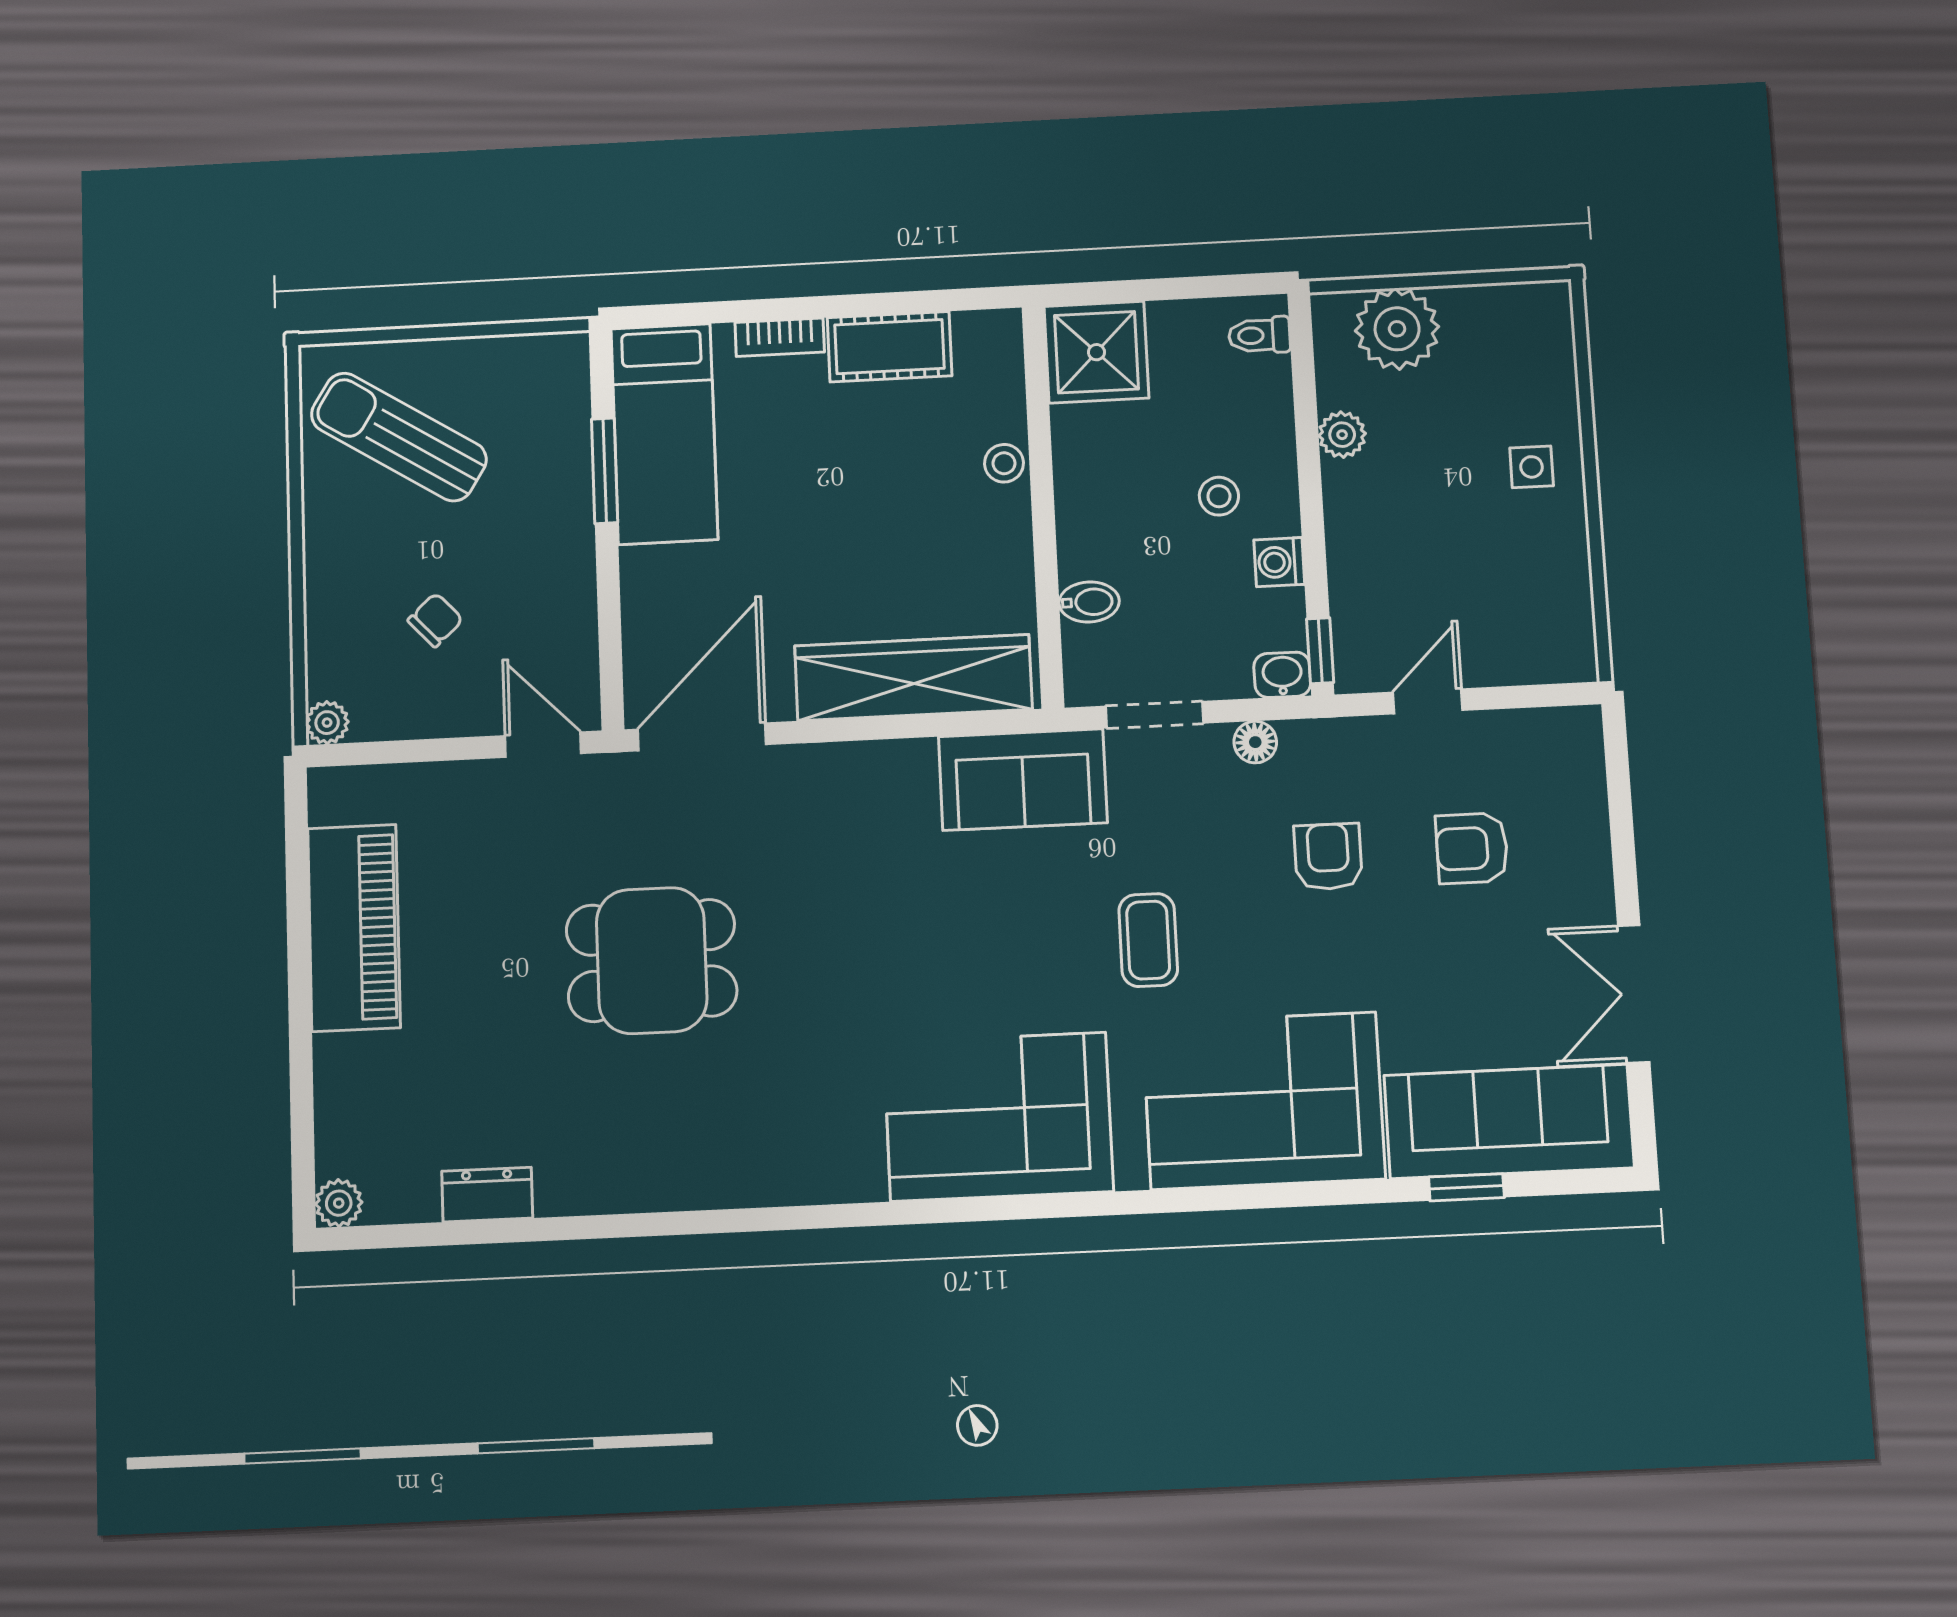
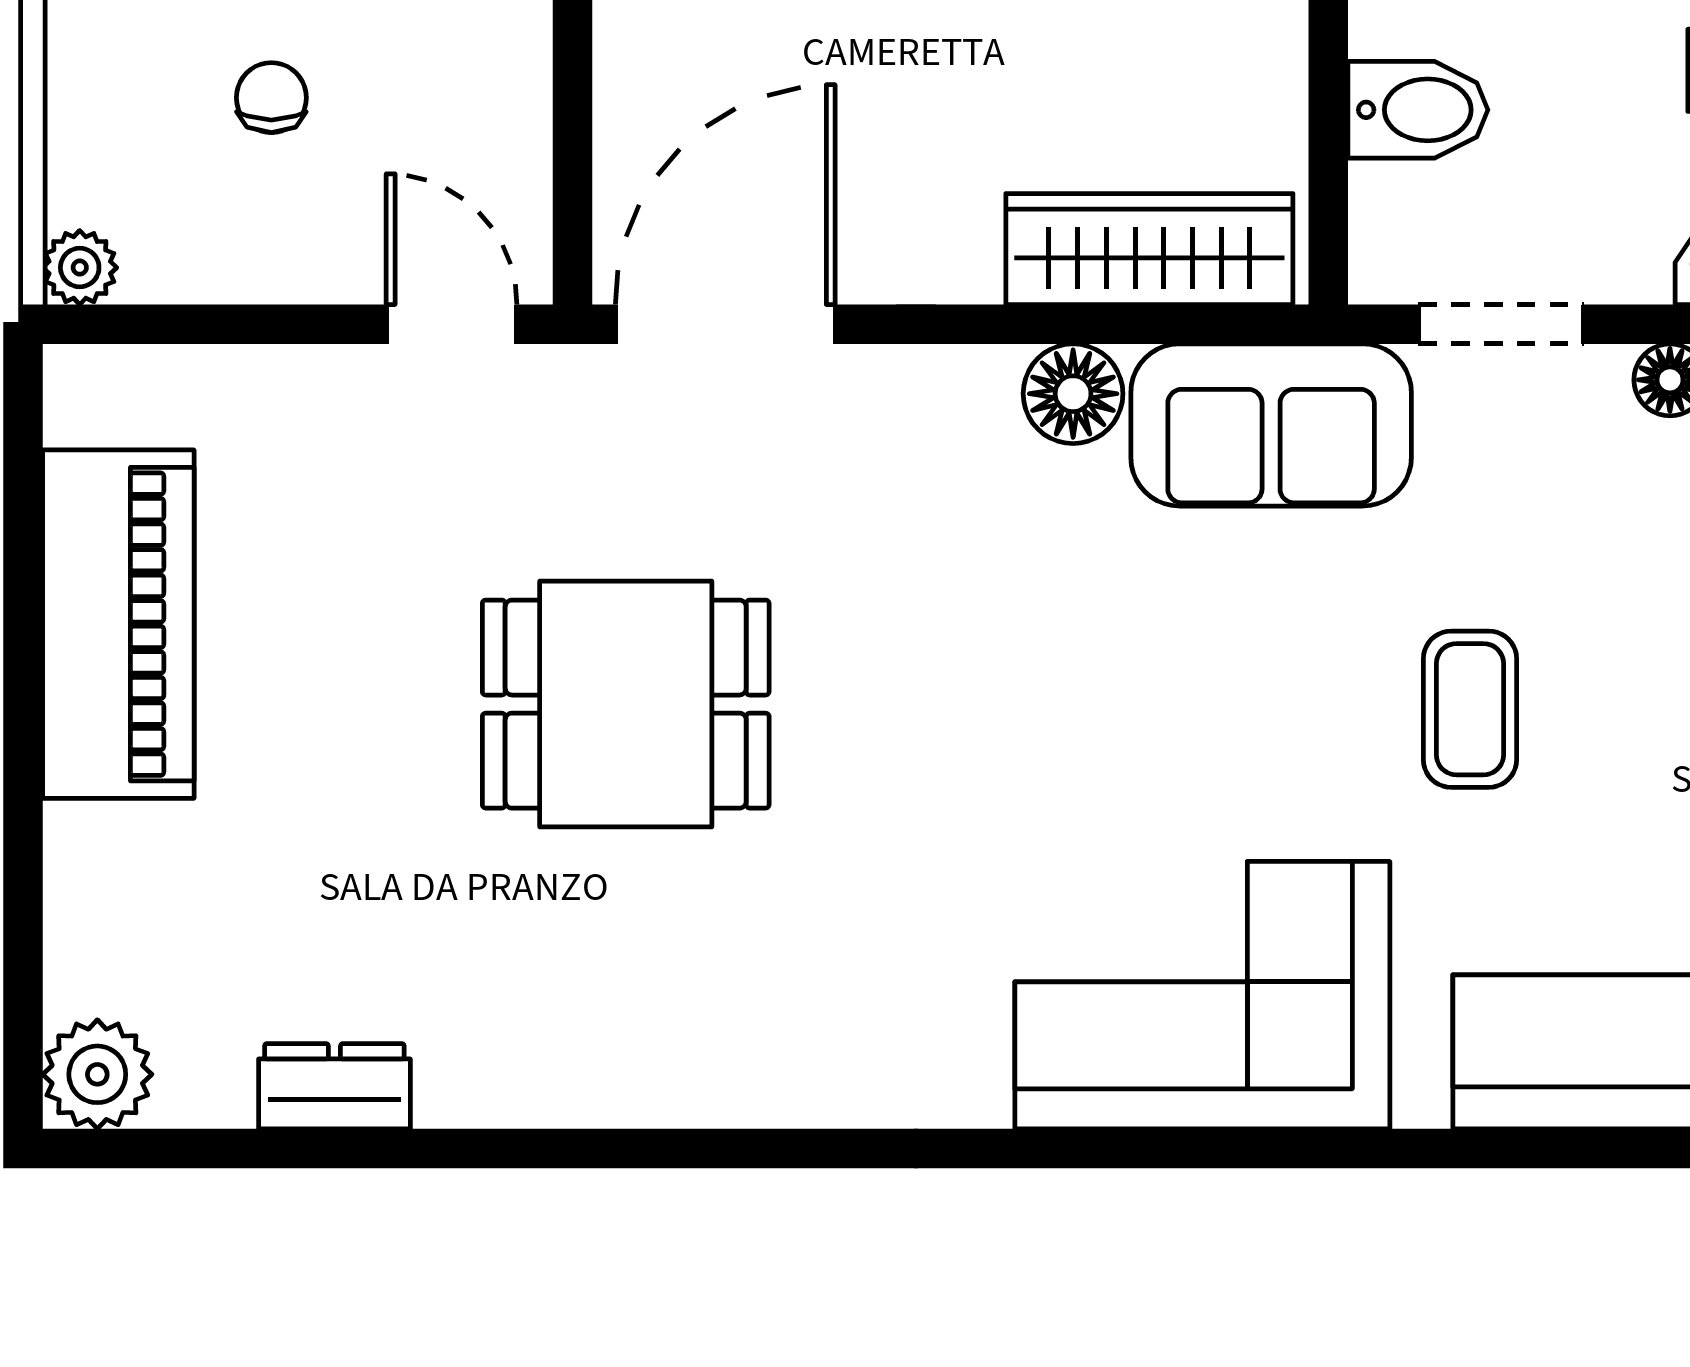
bidet: (1089, 602) -> (1418, 110), width x1.38, depth x1.36
chair: (435, 620) -> (271, 98), turned -47
wardrobe: (913, 678) -> (1149, 249), width x0.71, depth x0.85
floor lamp: (906, 767) -> (1073, 394), added
plant: (339, 1203) -> (97, 1074), width x1.38, depth x1.38

